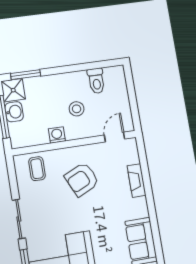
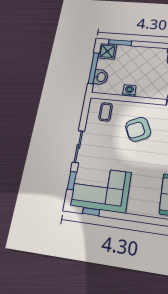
stool: (77, 109) -> (151, 75), removed
washbasin: (14, 112) -> (101, 77), moved

